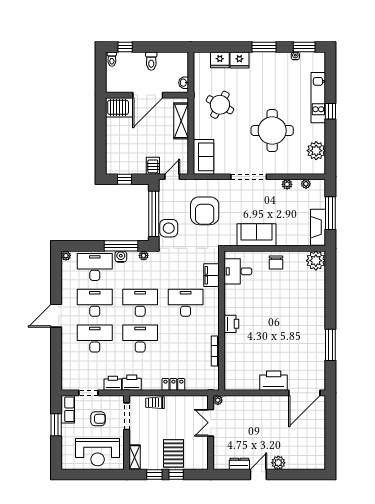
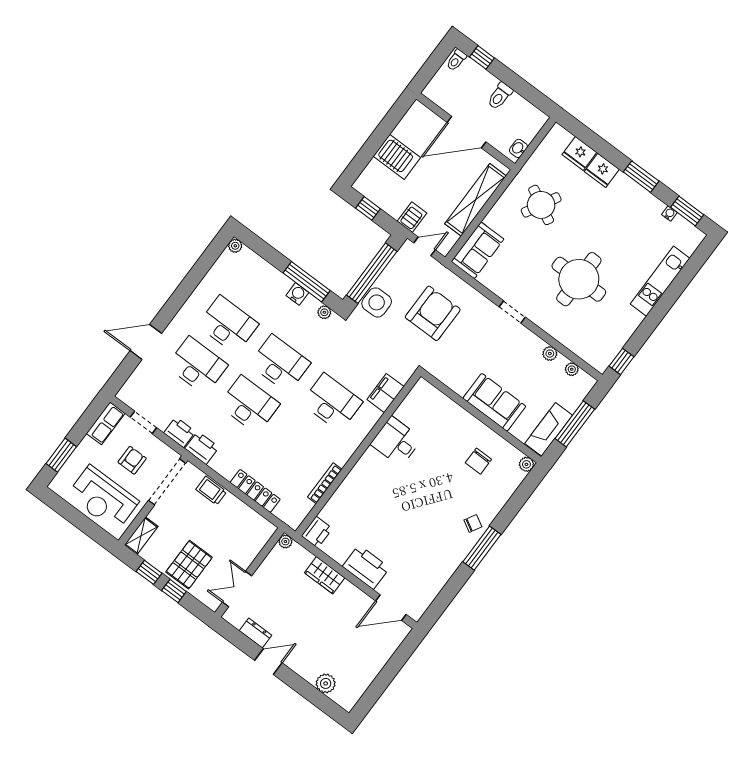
server rack: (119, 107) -> (397, 157), moved
window: (330, 111) -> (621, 361), moved
shelving: (181, 121) -> (476, 200), width x1.47
plant: (316, 151) -> (612, 340), removed
doorway: (249, 177) -> (512, 312), width x0.53
armchair: (205, 211) -> (433, 313), turned 180
sofa: (256, 235) -> (494, 402), moved
plant: (316, 261) -> (526, 464), width x0.53, depth x0.53
chair: (276, 263) -> (478, 461), moved
desk: (95, 267) -> (259, 283), removed
desk: (238, 271) -> (396, 441), moved
chair: (315, 312) -> (473, 523), added
door: (56, 316) -> (146, 342), moved
printer: (231, 324) -> (317, 532), moved
window: (330, 345) -> (482, 548), moved
locker: (173, 384) -> (255, 491), width x1.53
door: (304, 393) -> (391, 608), width x0.73
wardrobe: (254, 403) -> (325, 575), added
doorway: (127, 416) -> (167, 482), width x1.36
armchair: (98, 419) -> (132, 460), turned -90
double door: (211, 423) -> (237, 589), moved
window: (56, 425) -> (61, 455), moved
plant: (278, 463) -> (326, 683), moved

